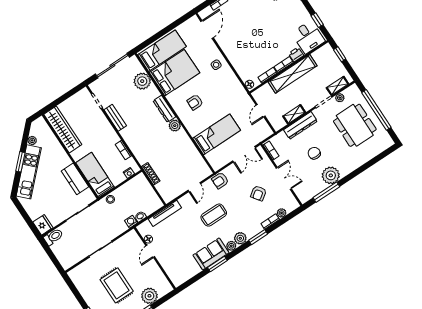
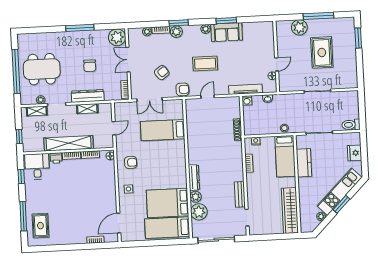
armchair: (195, 102) -> (131, 162), moved
dining table: (355, 125) -> (42, 69), turned 90
plant: (175, 126) -> (196, 197), moved
double door: (244, 154) -> (149, 100), swing flipped
plant: (331, 175) -> (117, 37), moved
window: (326, 192) -> (80, 28), moved
armchair: (258, 193) -> (162, 73), moved
washing machine: (131, 222) -> (247, 101), moved
fridge: (43, 225) -> (355, 153), moved
plant: (240, 238) -> (176, 32), moved

